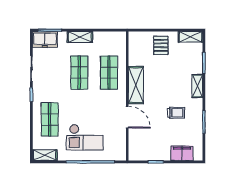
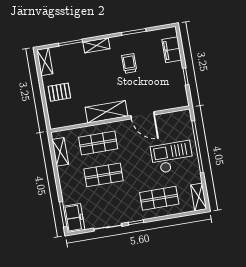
shelving: (80, 37) -> (60, 152), moved
door: (127, 117) -> (143, 115), swing flipped
checkout: (85, 137) -> (172, 157), turned -90

